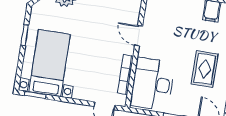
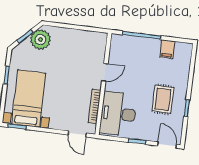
door: (139, 36) -> (105, 72), swing flipped

